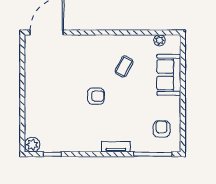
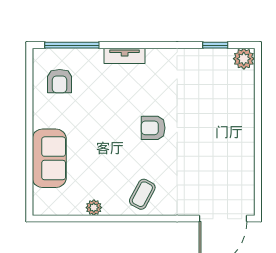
plant: (159, 40) -> (94, 208), moved
coffee table: (124, 66) -> (142, 194), moved

